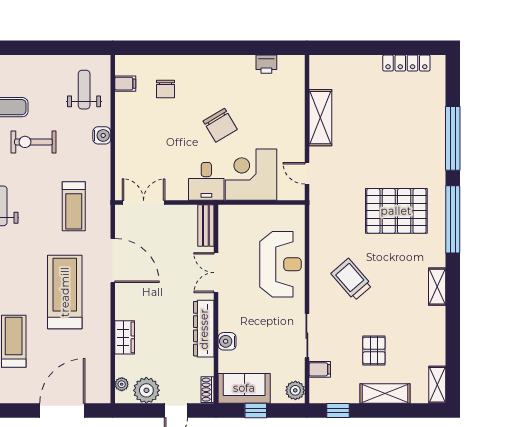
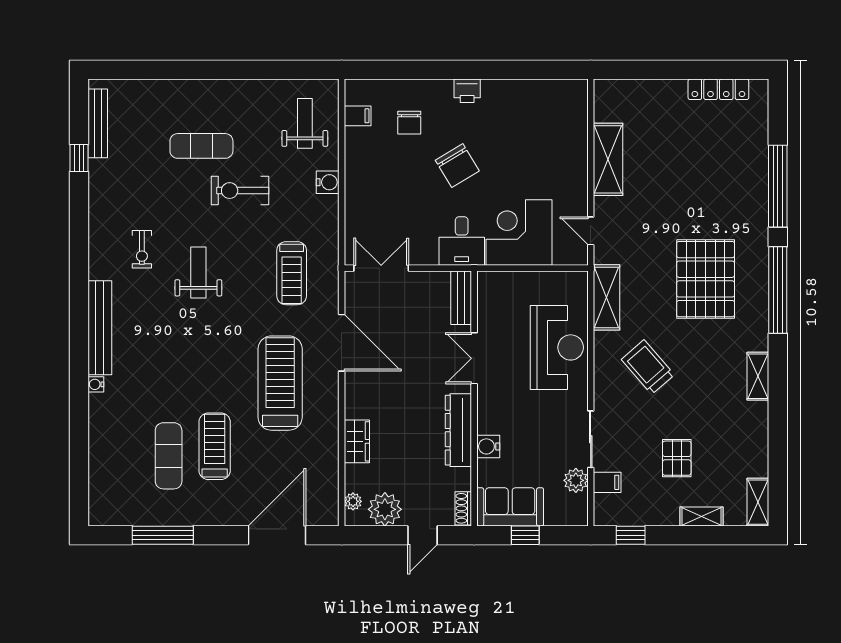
printer: (266, 64) -> (467, 91), moved
chair: (220, 125) -> (457, 166), moved
pallet: (396, 211) -> (706, 279), turned 90
shelving: (319, 225) -> (607, 297), added
plant: (295, 390) -> (576, 480), moved
shelving: (385, 393) -> (702, 516), width x0.67, depth x0.75

